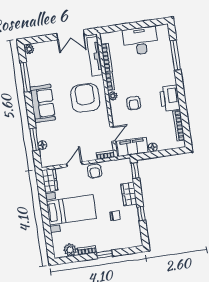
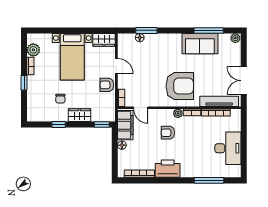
sofa: (43, 103) -> (200, 44), moved

